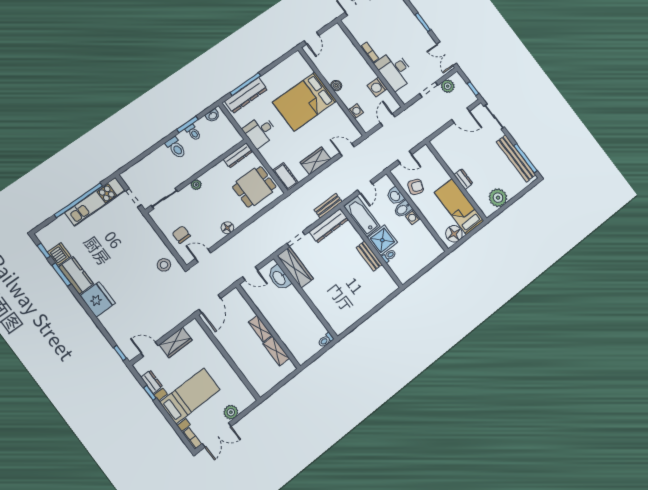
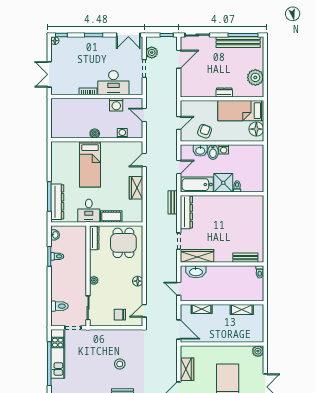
door: (311, 38) -> (49, 126), removed
bed: (305, 102) -> (90, 164), width x0.67
toilet: (176, 148) -> (59, 306), moved
cot: (285, 177) -> (111, 217), moved
door: (365, 187) -> (179, 167), hinge flipped
bench: (369, 256) -> (245, 258), moved
stool: (164, 265) -> (120, 364), moved
door: (250, 274) -> (179, 289), swing flipped
shelving: (260, 329) -> (202, 309), moved
plant: (231, 412) -> (258, 351), moved

